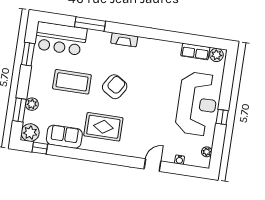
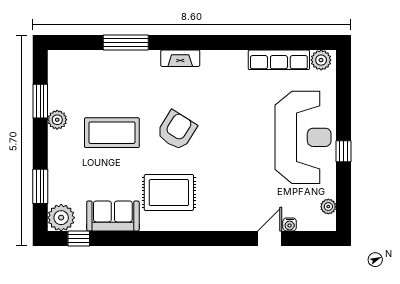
bar counter: (61, 39) -> (85, 71), removed
row of seats: (195, 52) -> (279, 60), width x1.48
plant: (32, 104) -> (57, 120), moved
door: (152, 165) -> (270, 238), moved

